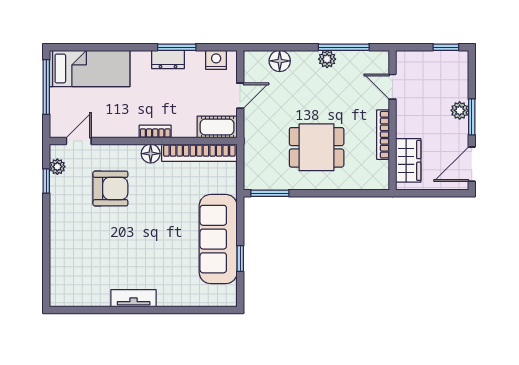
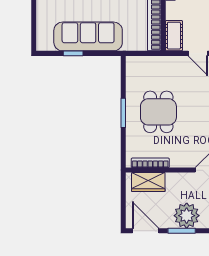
plant: (460, 110) -> (187, 216), width x1.88, depth x1.88
bookcase: (383, 135) -> (150, 163), moved
window: (270, 193) -> (123, 113), moved

